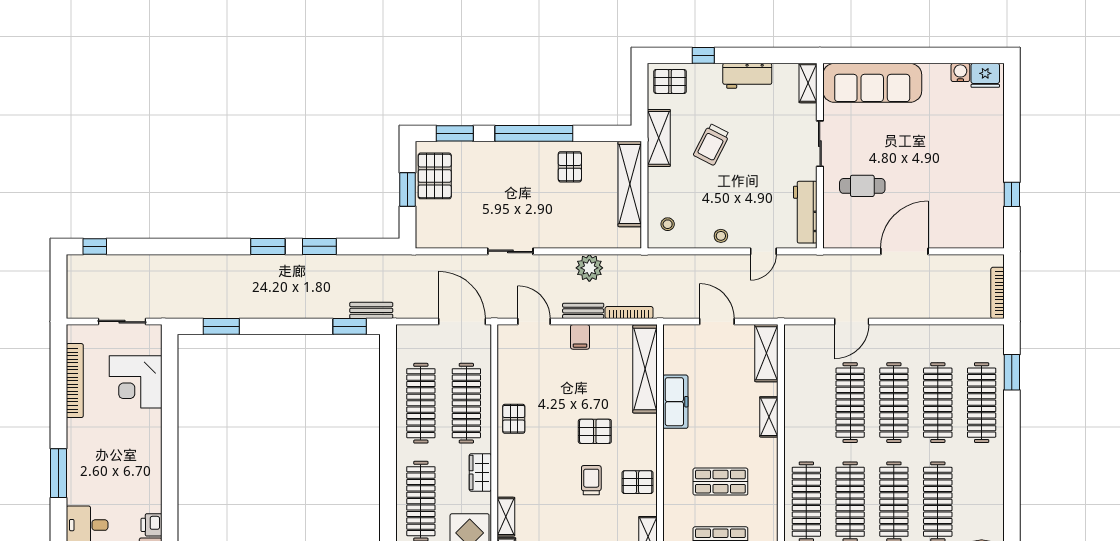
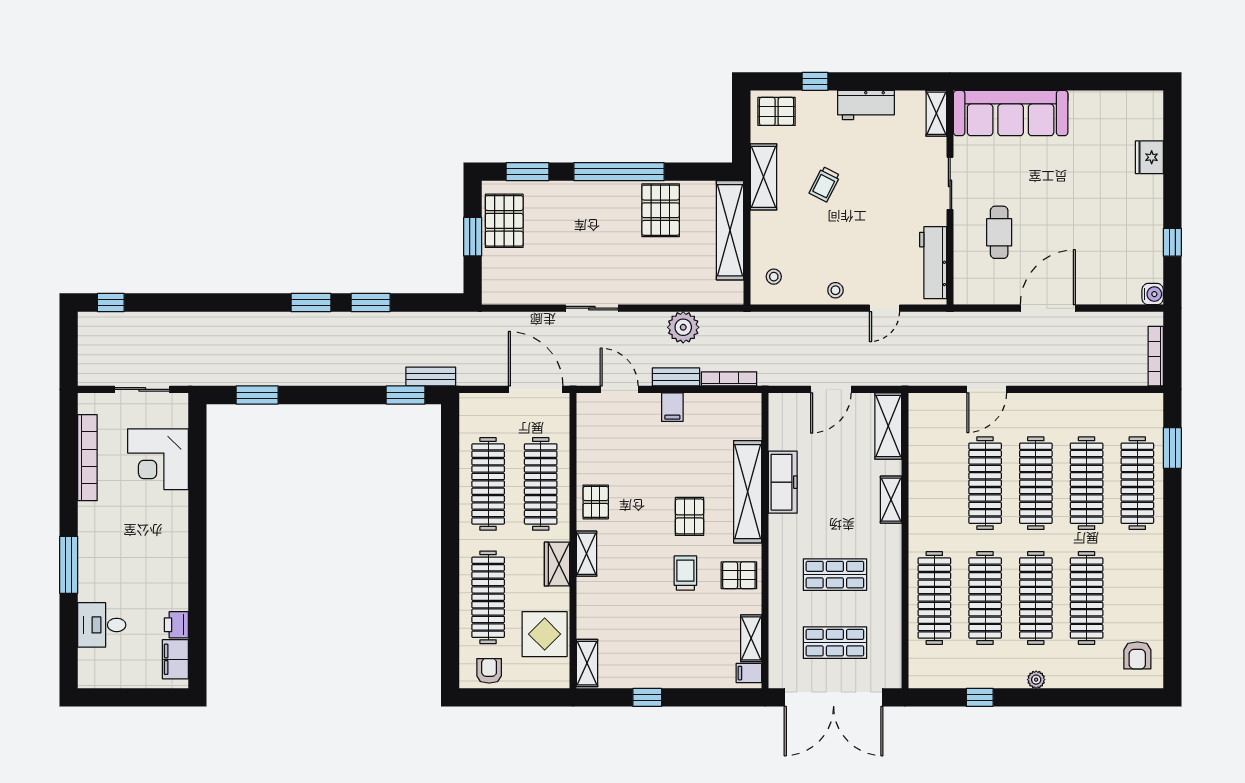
water cooler: (960, 72) -> (1153, 294), moved, turned 90
fridge: (985, 75) -> (1149, 157), moved, turned 90
trolley: (712, 144) -> (825, 184), width x0.73, depth x0.72
pallet: (570, 167) -> (661, 210), width x1.50, depth x1.42
cafe table: (862, 186) -> (999, 232), turned 90
door: (717, 322) -> (831, 389), swing flipped
shelving: (645, 369) -> (748, 492), moved
pallet: (595, 431) -> (689, 516), turned 90
shelving: (506, 517) -> (587, 554), moved

